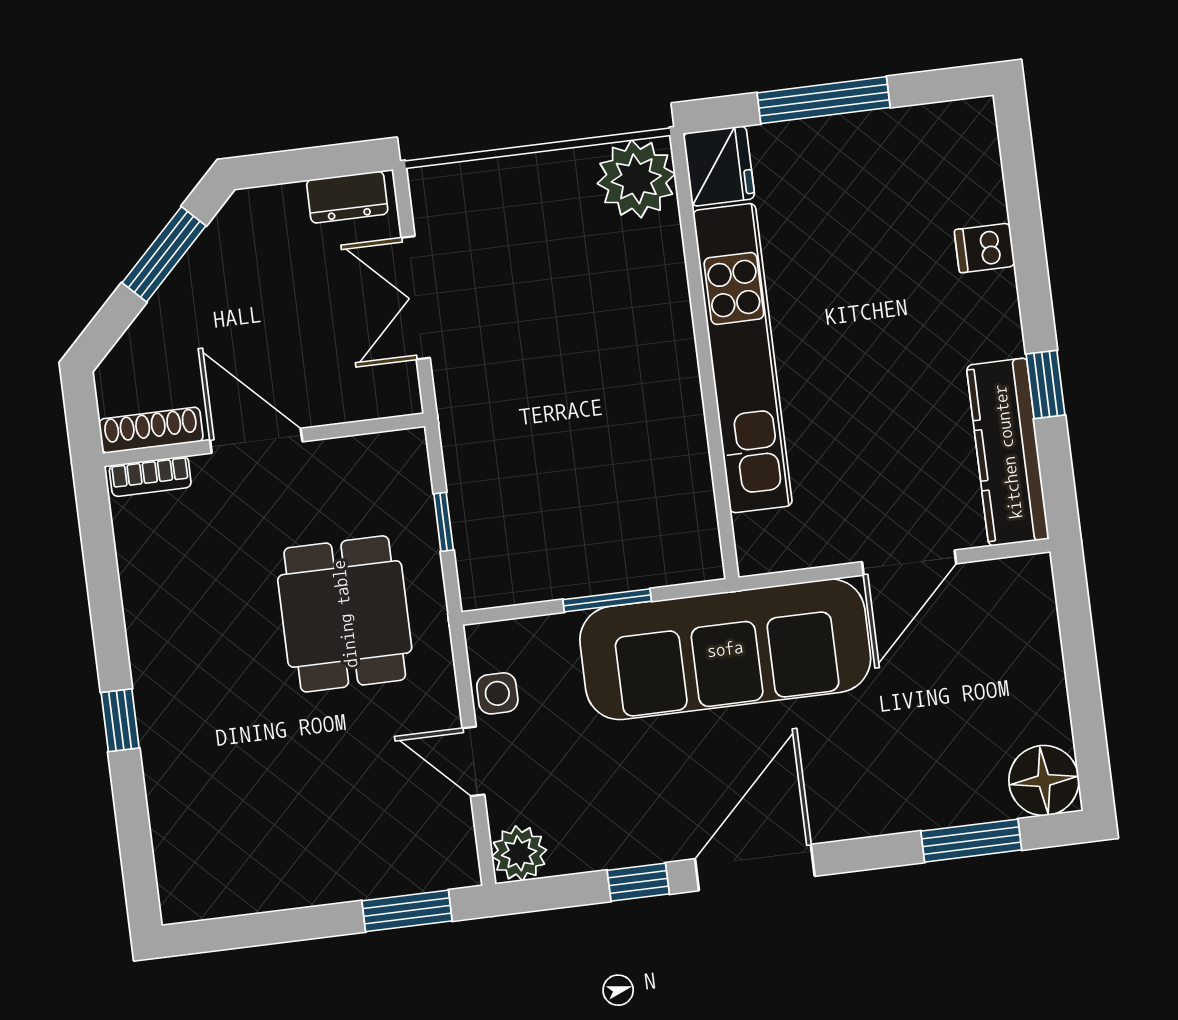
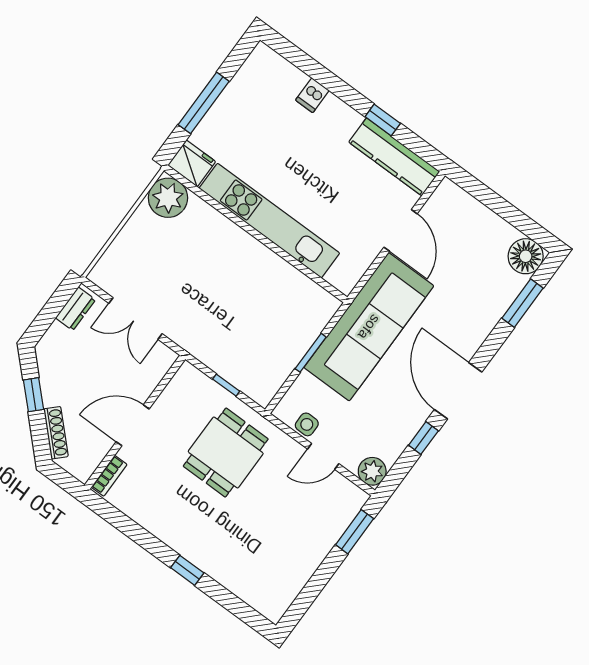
window: (164, 254) -> (33, 395), width x0.67
shoe rack: (151, 430) -> (56, 433), moved, turned 135
dining table: (345, 614) -> (226, 453), turned 90

